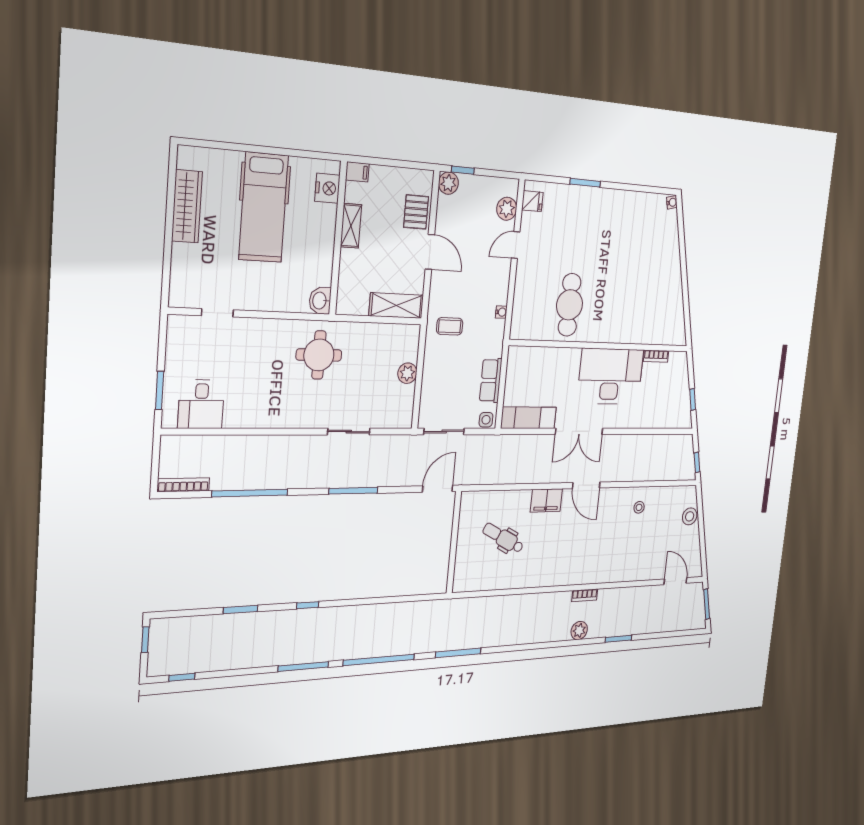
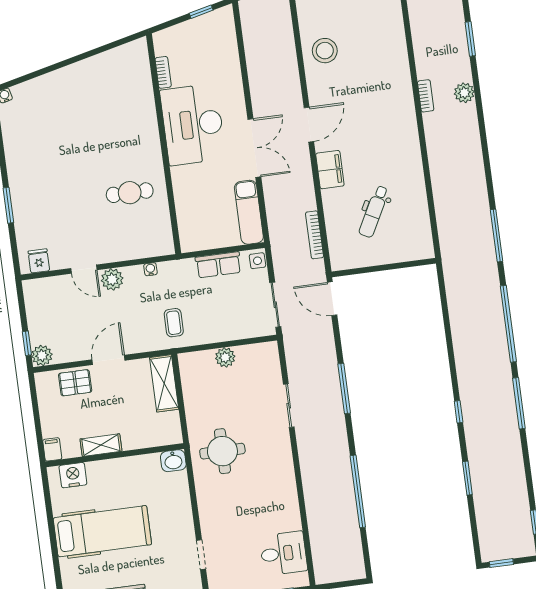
plant: (507, 209) -> (112, 279), moved
cafe table: (570, 305) -> (130, 193), width x0.73, depth x0.74
bookcase: (183, 485) -> (315, 235), moved
stool: (639, 507) -> (325, 51), width x1.89, depth x1.89

